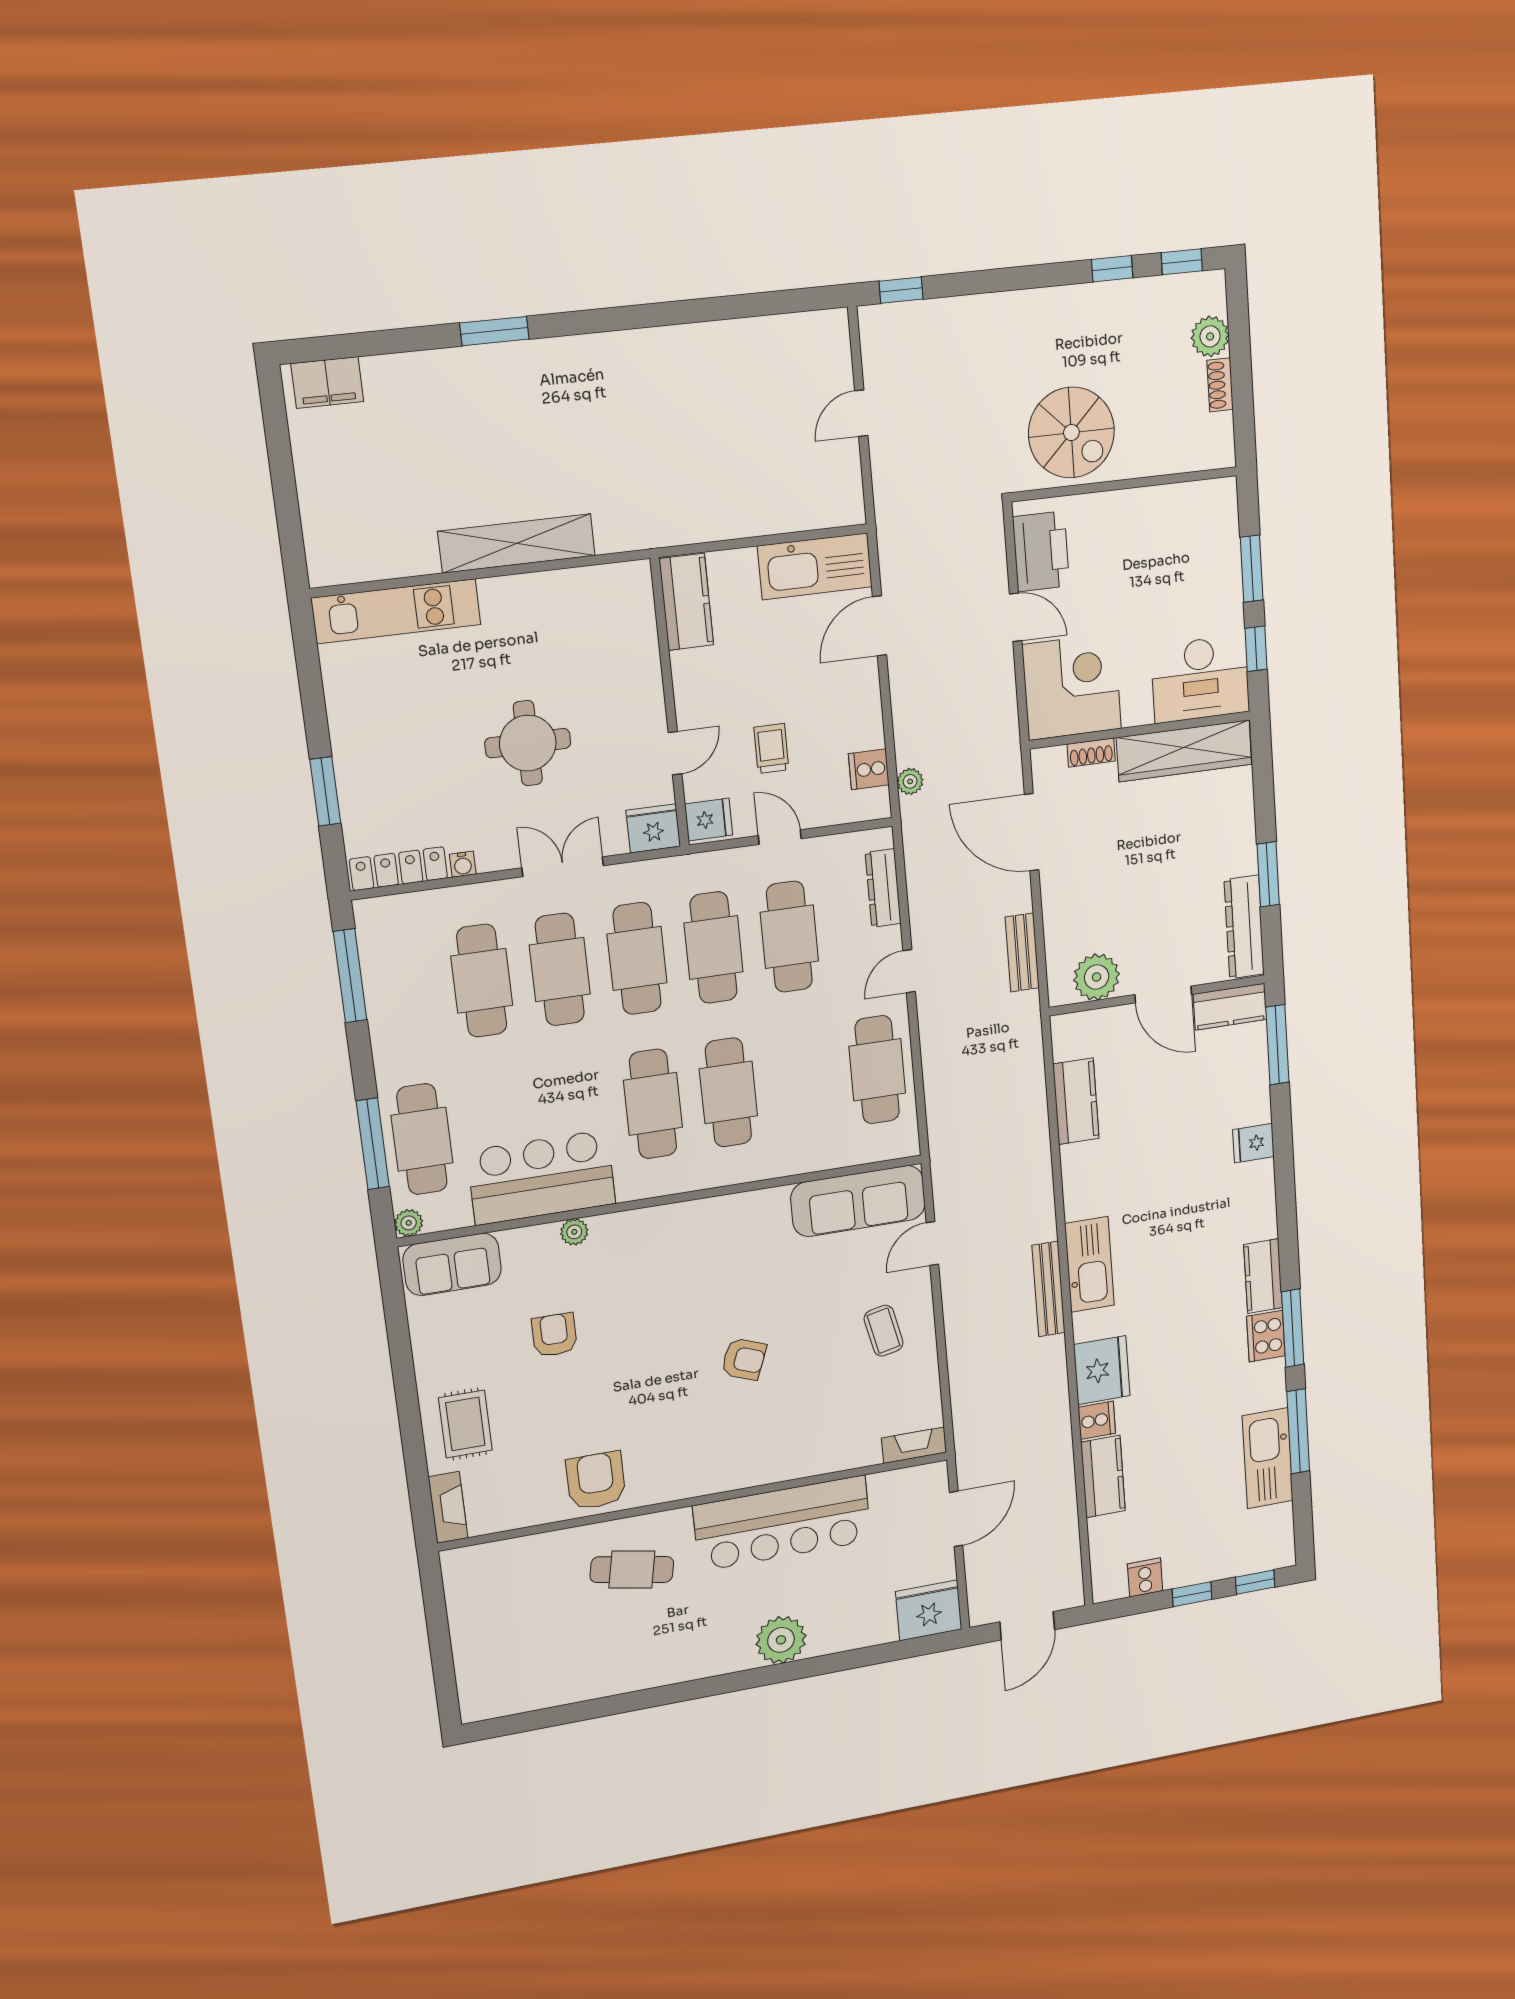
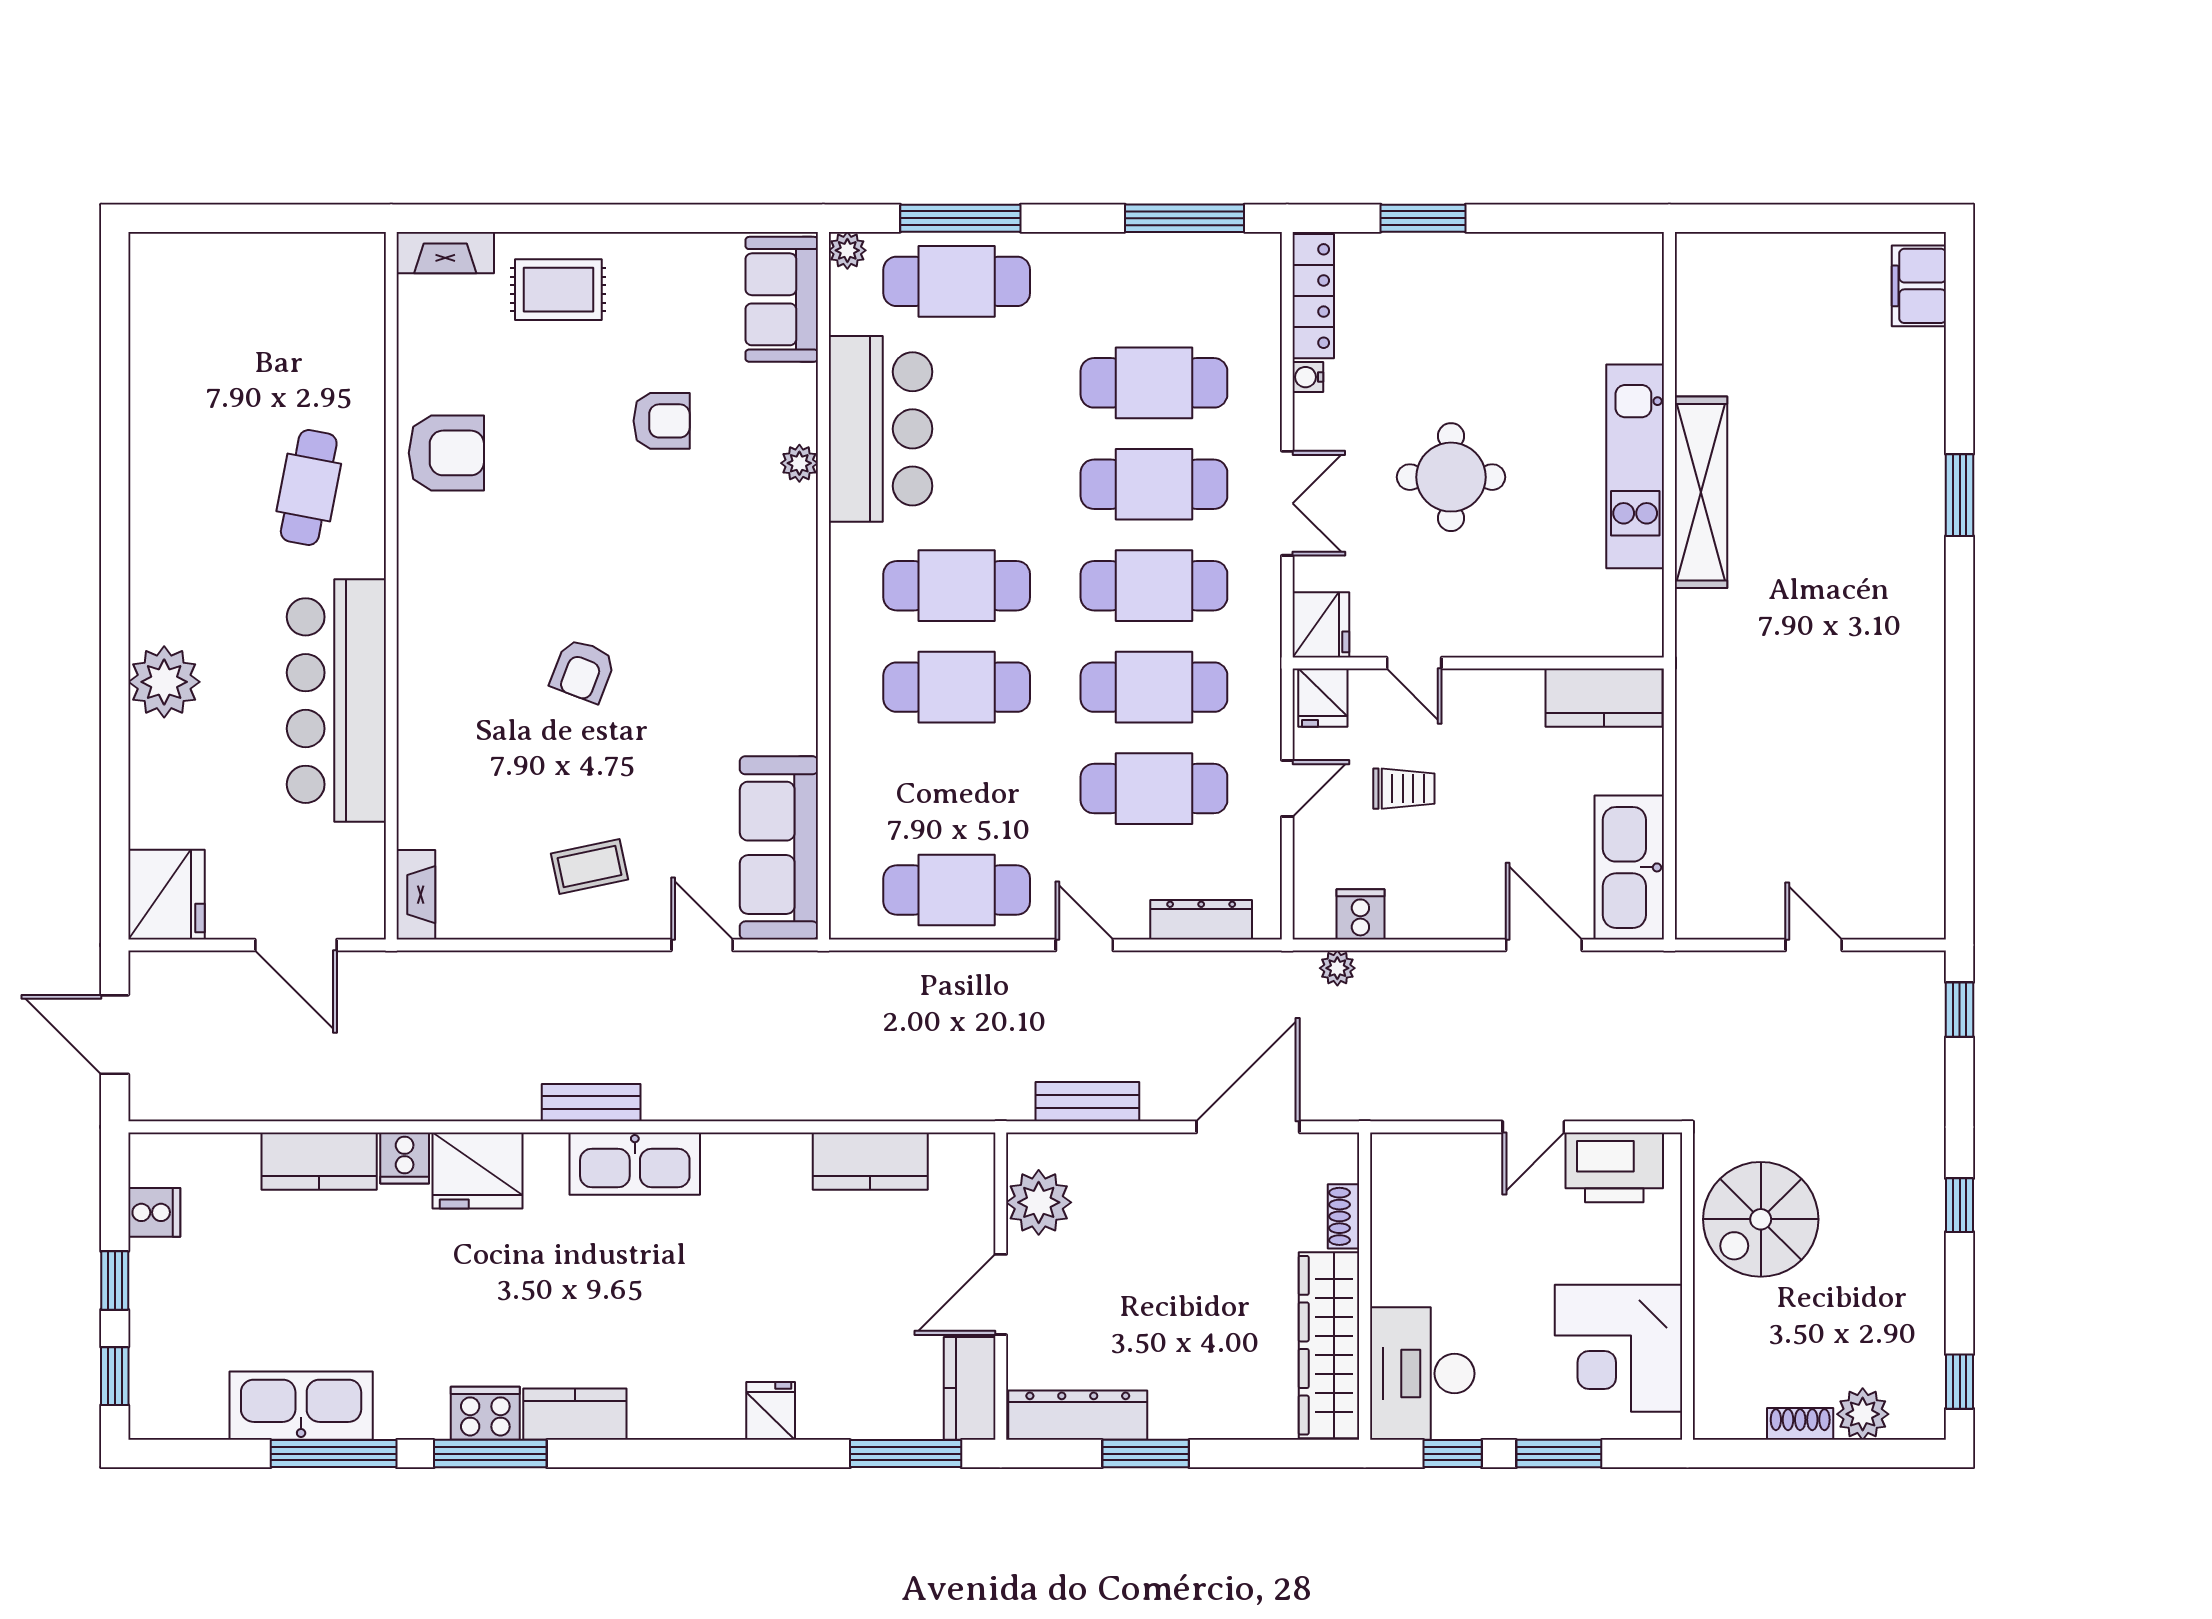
window: (1112, 269) -> (1960, 1205), moved
kitchen unit: (396, 611) -> (1635, 466), moved
corner desk: (1072, 687) -> (1618, 1348), moved, turned 90
bench: (1048, 1289) -> (591, 1103), width x0.73

